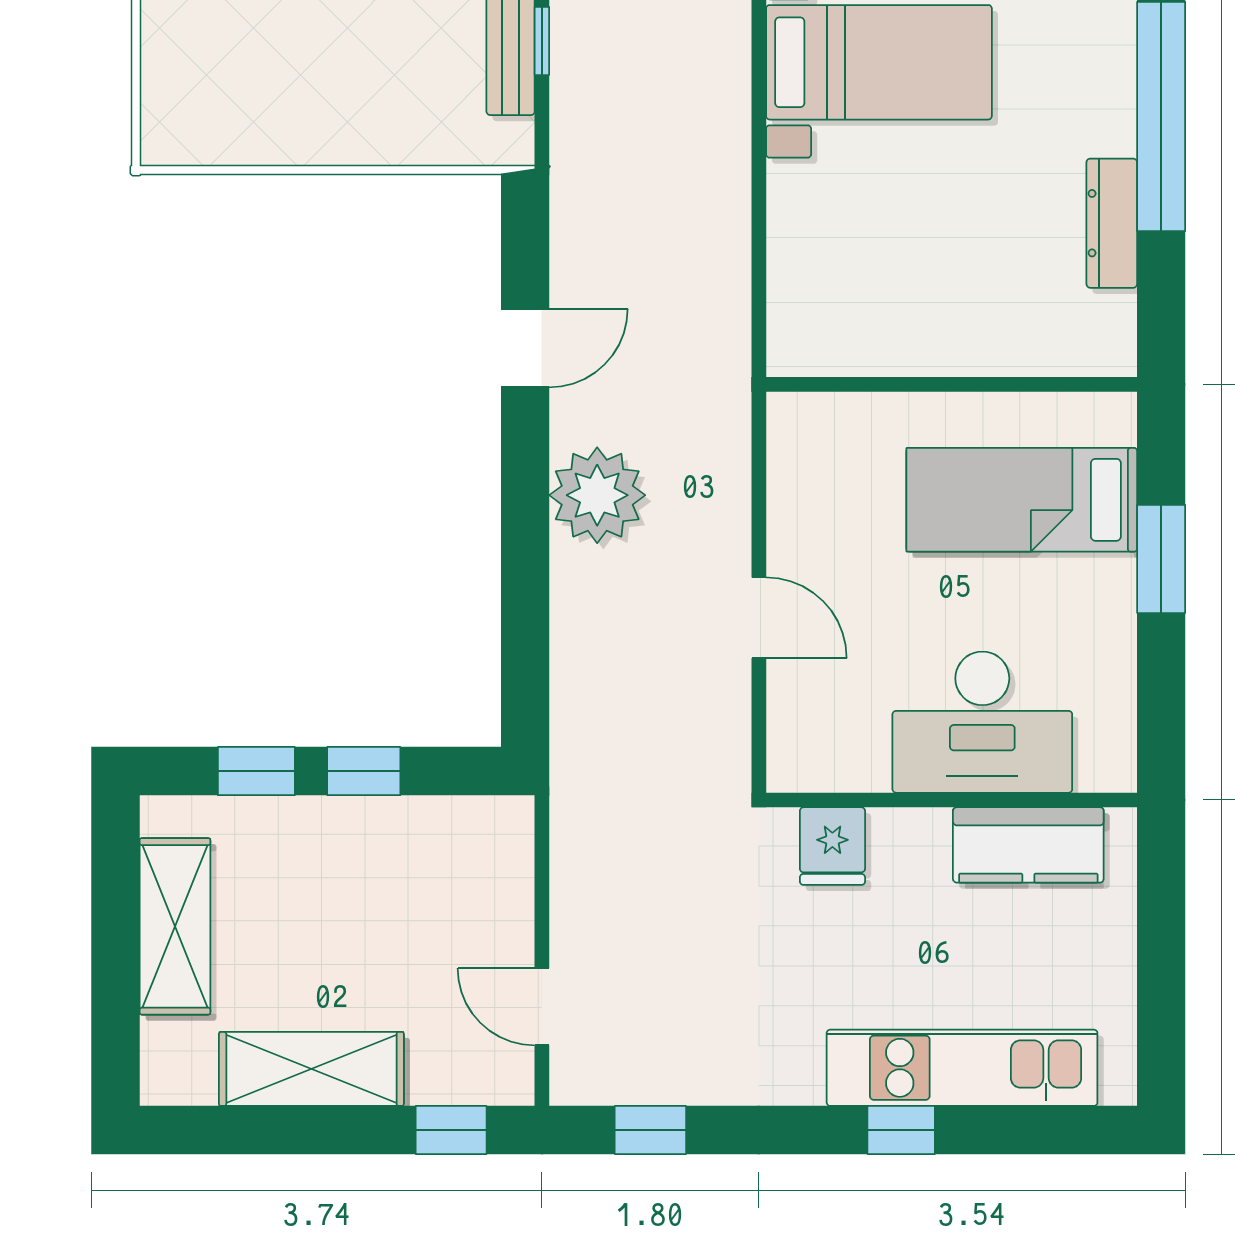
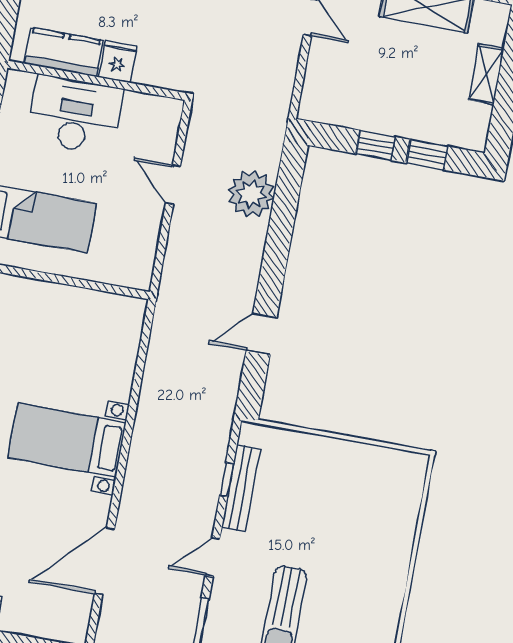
plant: (597, 495) -> (251, 194), moved
fridge: (832, 846) -> (118, 61), moved
shelving: (175, 926) -> (486, 74), width x0.67, depth x0.75

